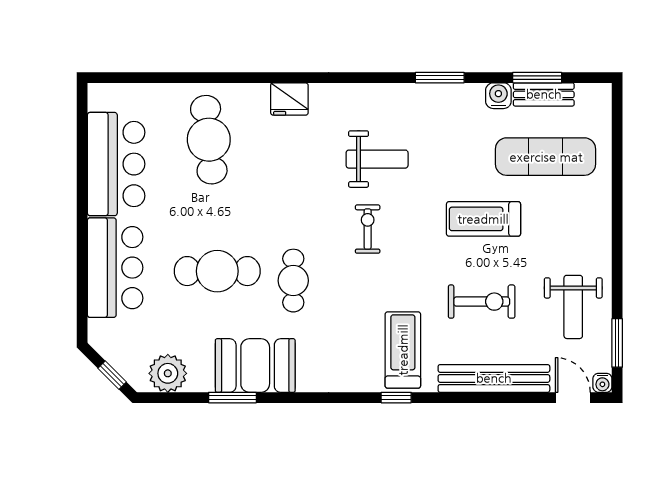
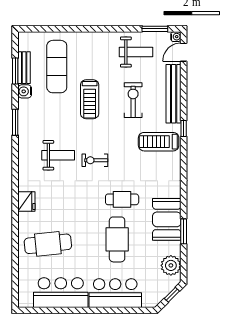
weight bench: (377, 159) -> (58, 155), turned 90
window: (396, 398) -> (184, 129), moved

